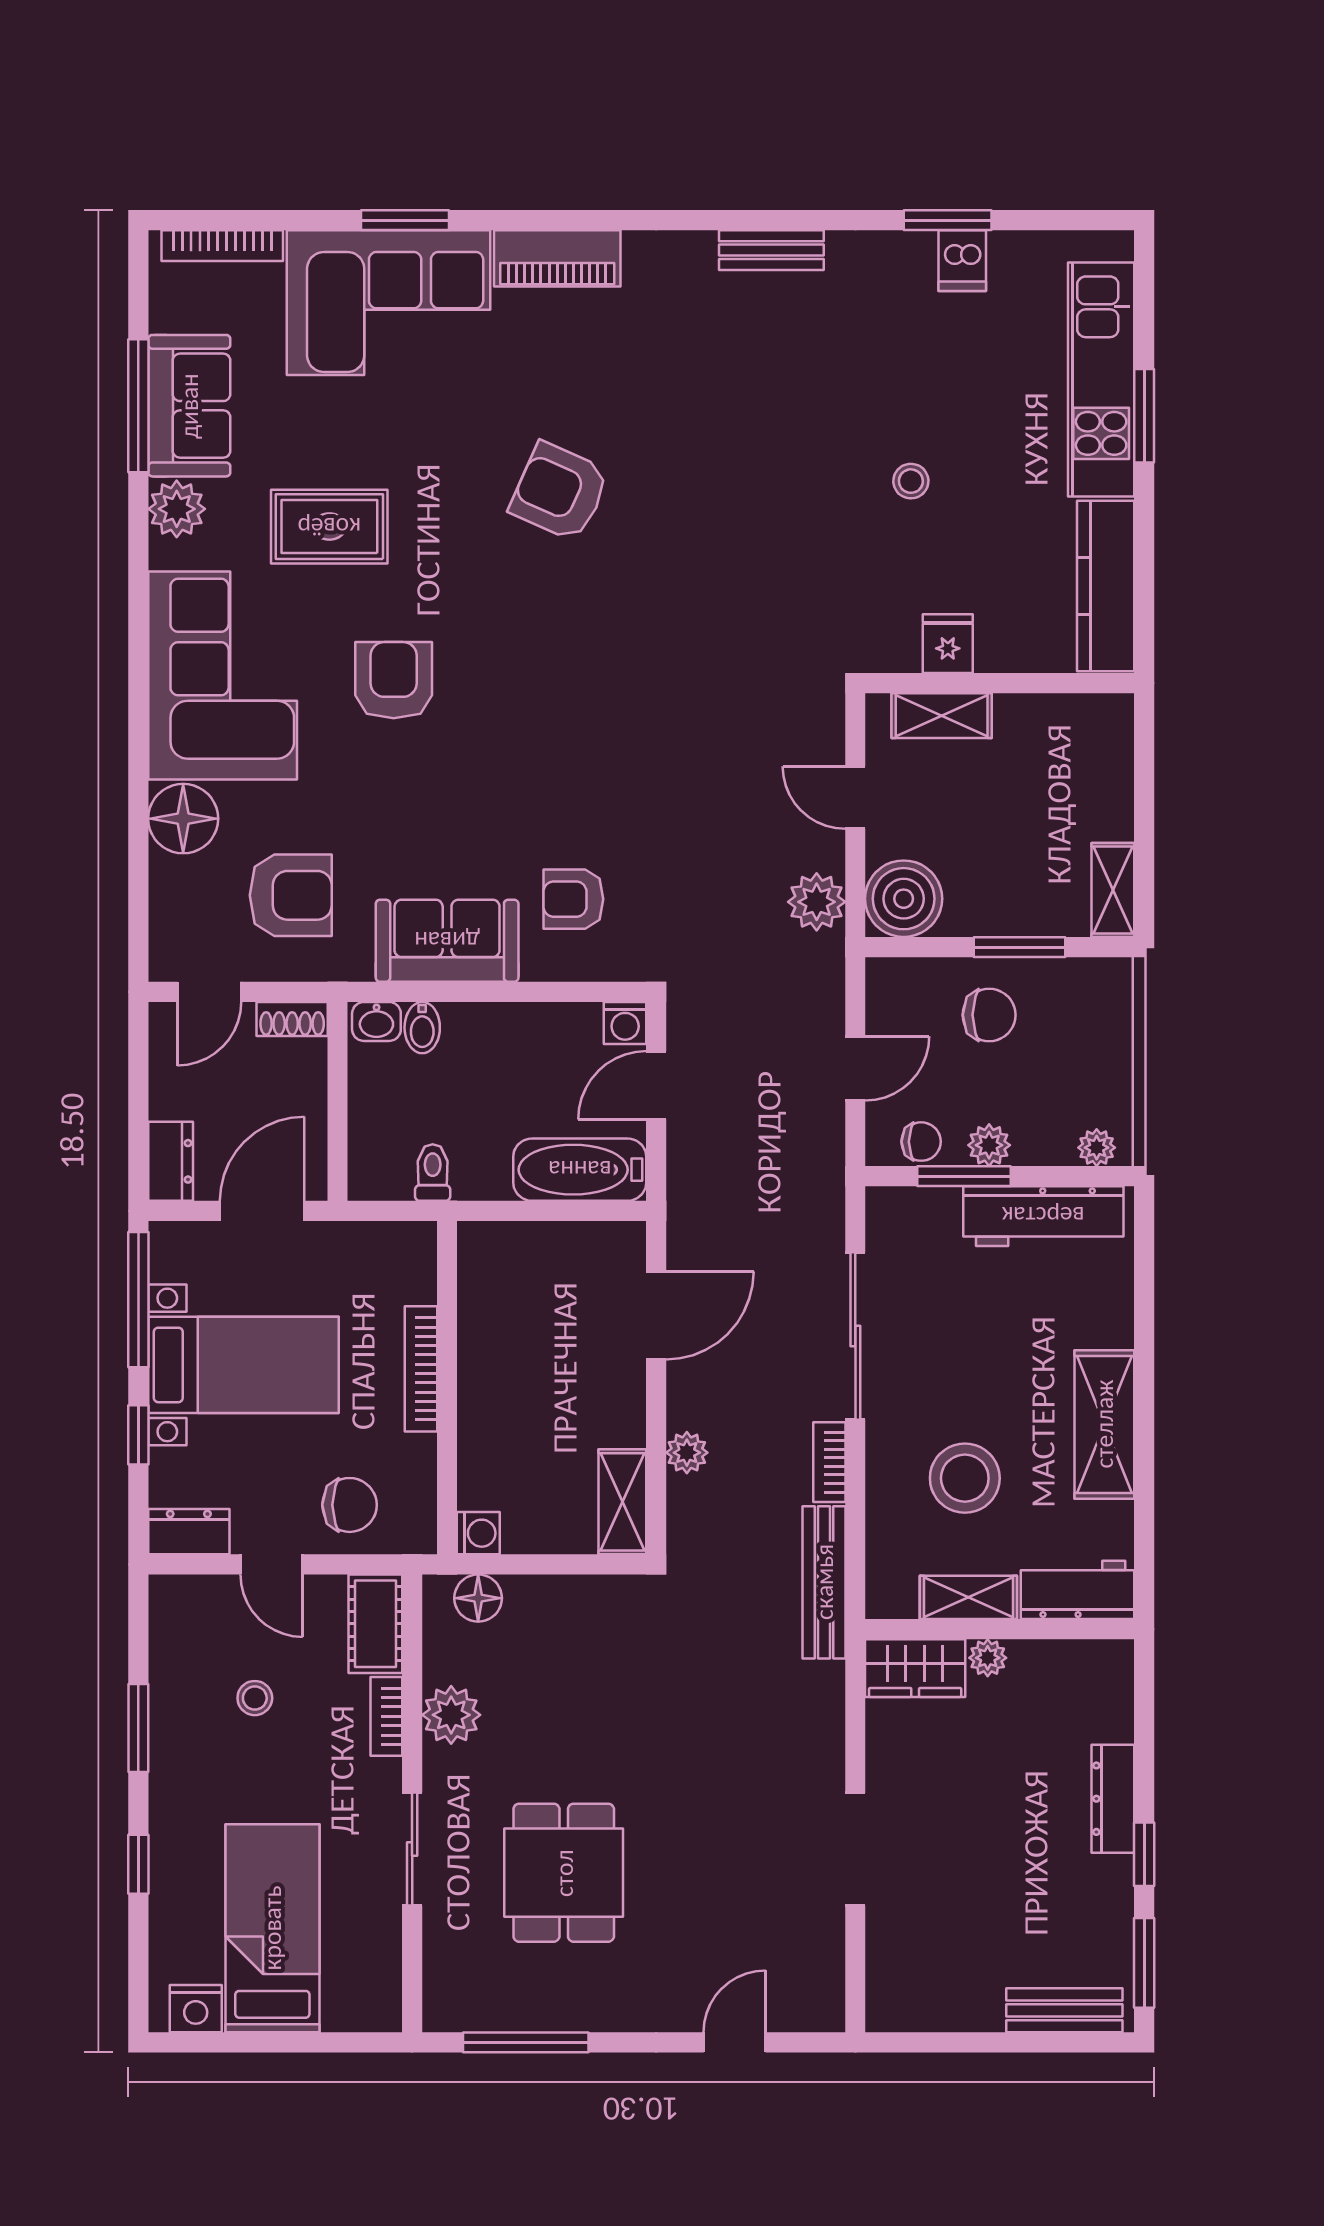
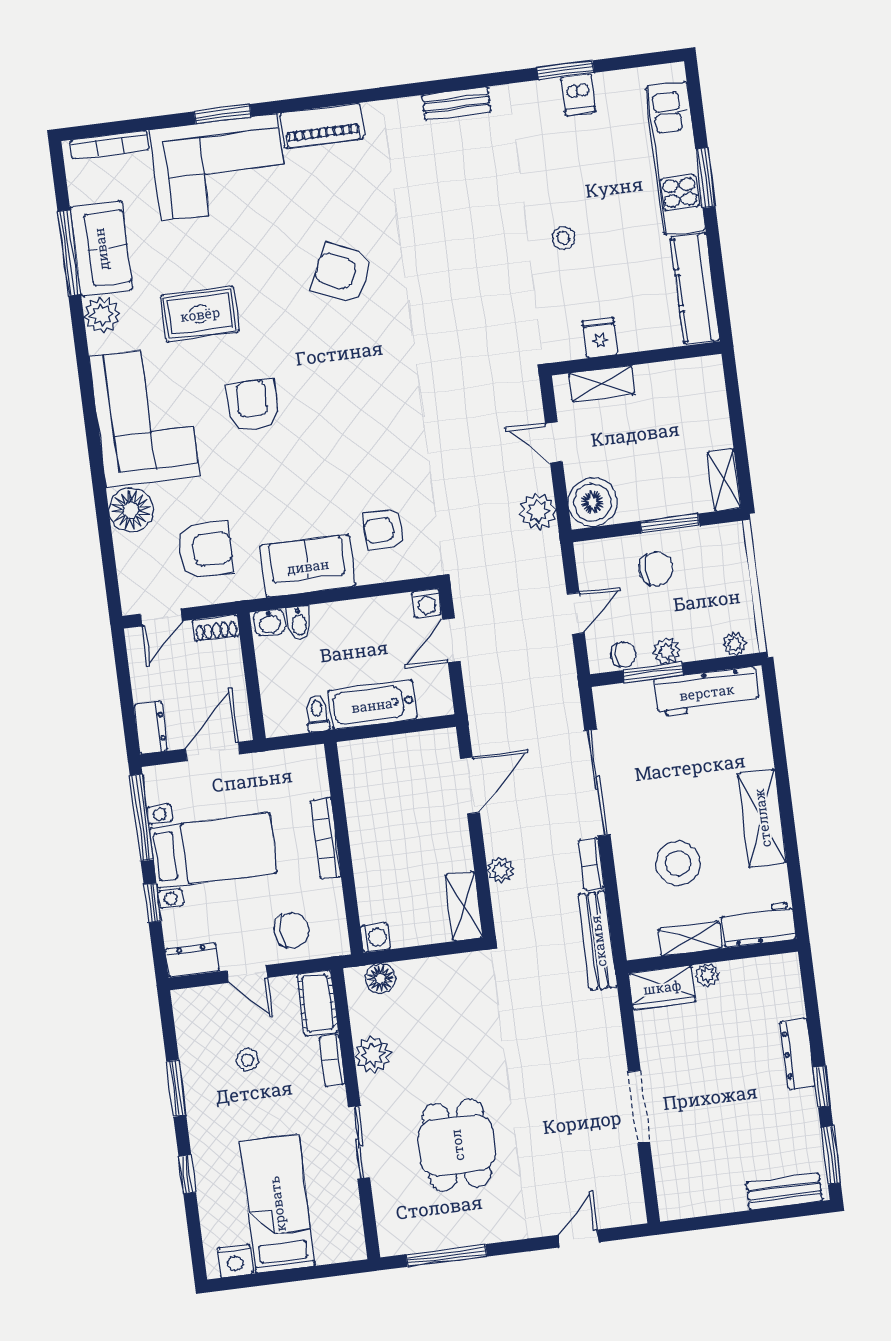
bathtub: (580, 1170) -> (372, 705), moved

